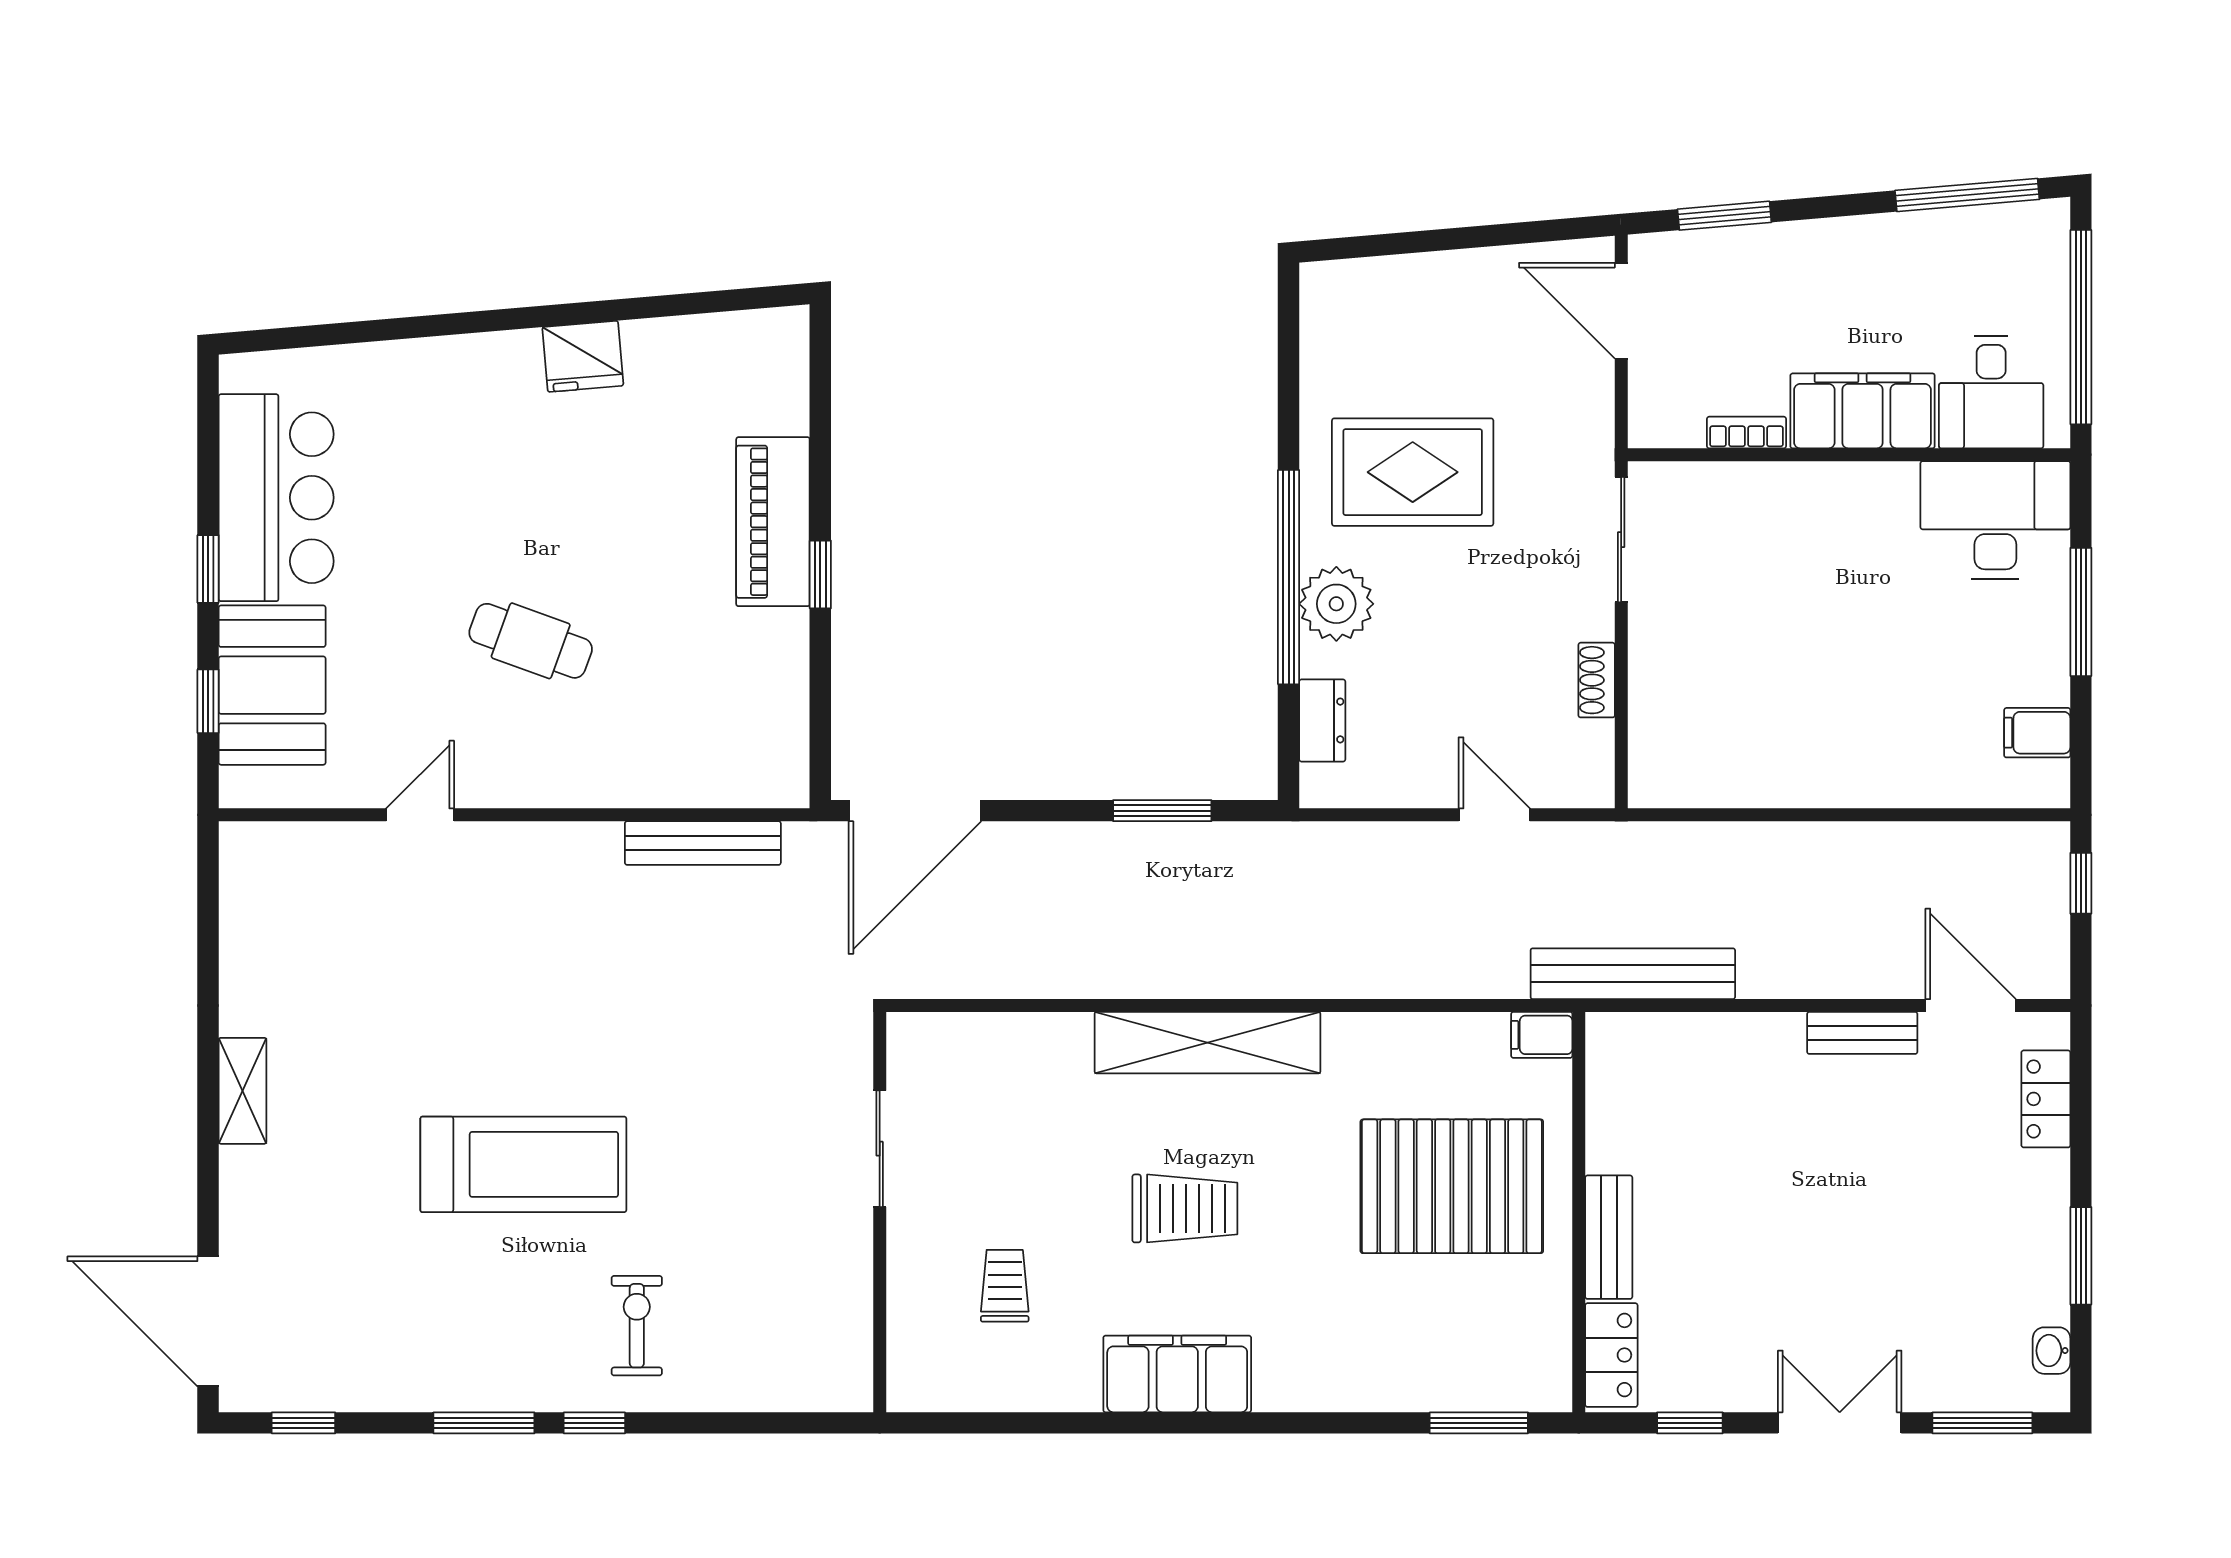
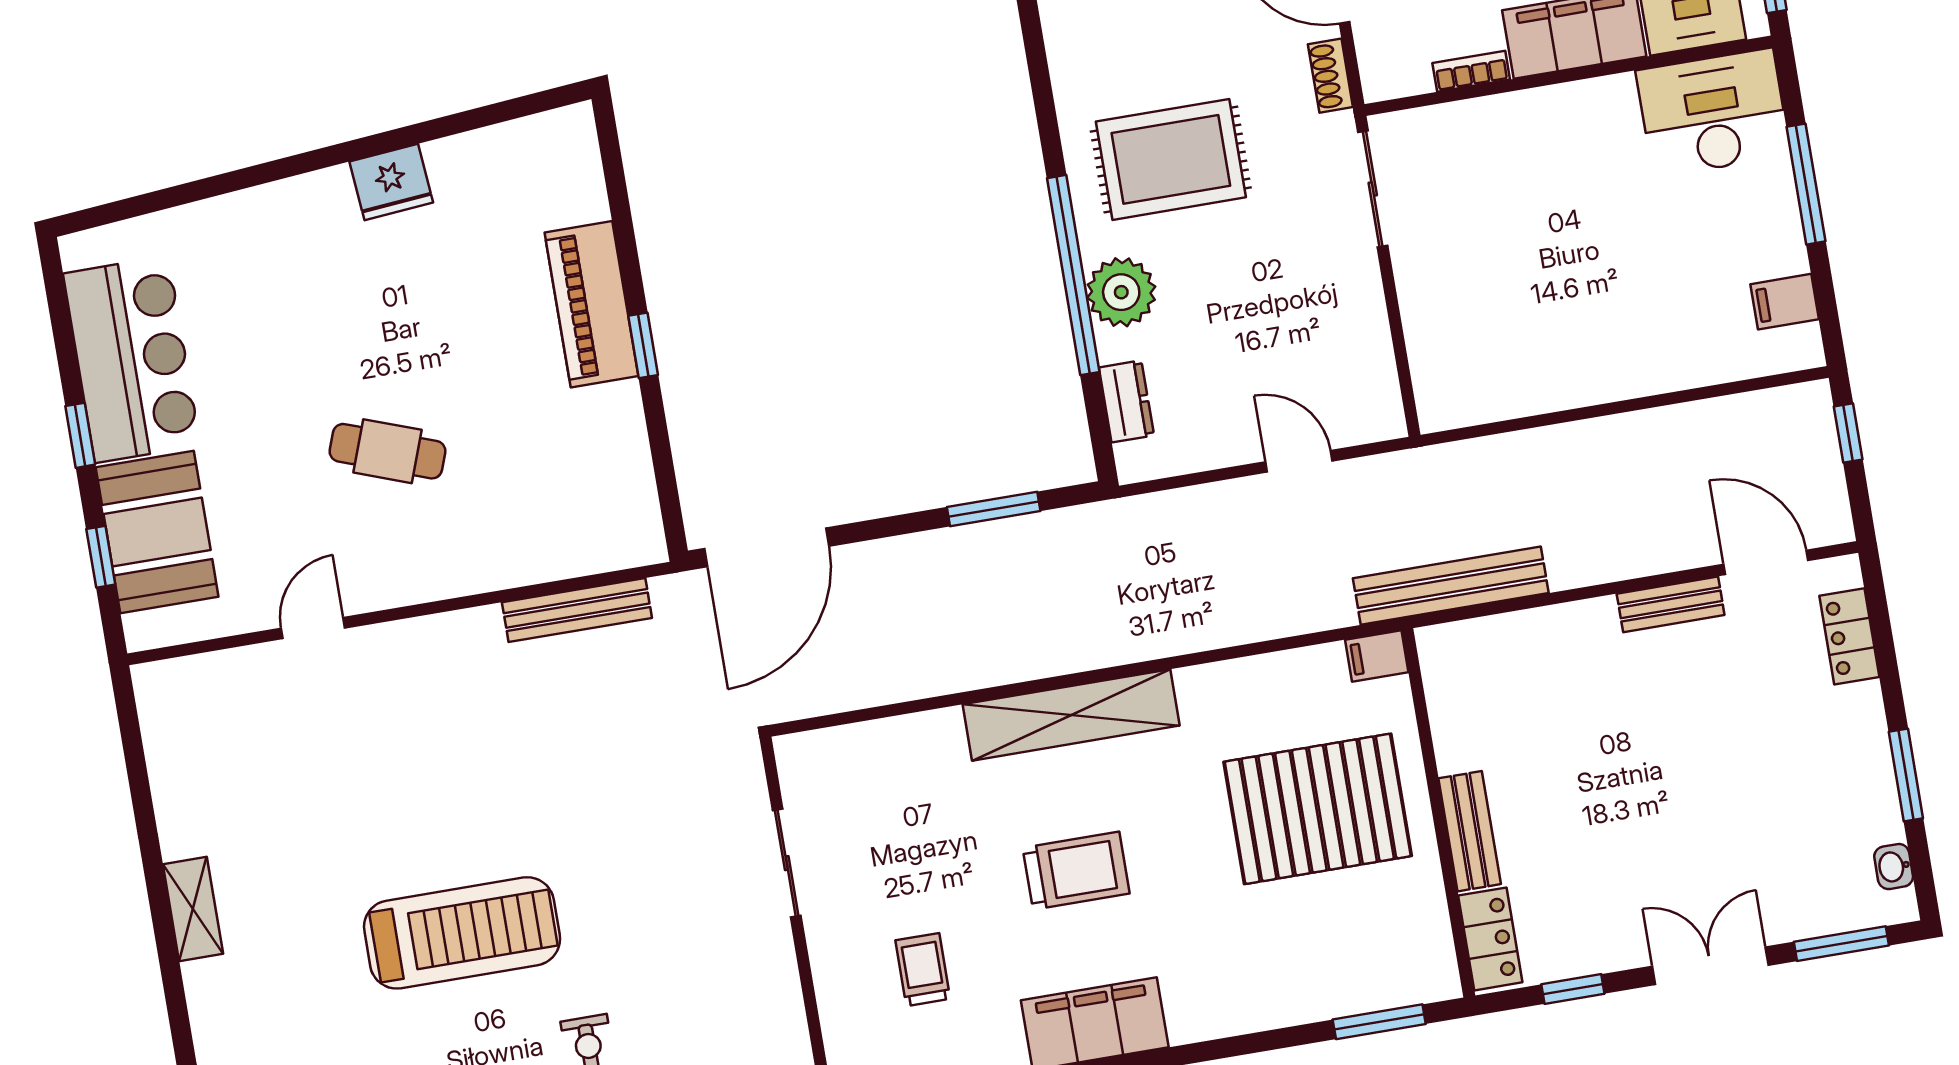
shoe rack: (1597, 680) -> (1330, 76), moved

